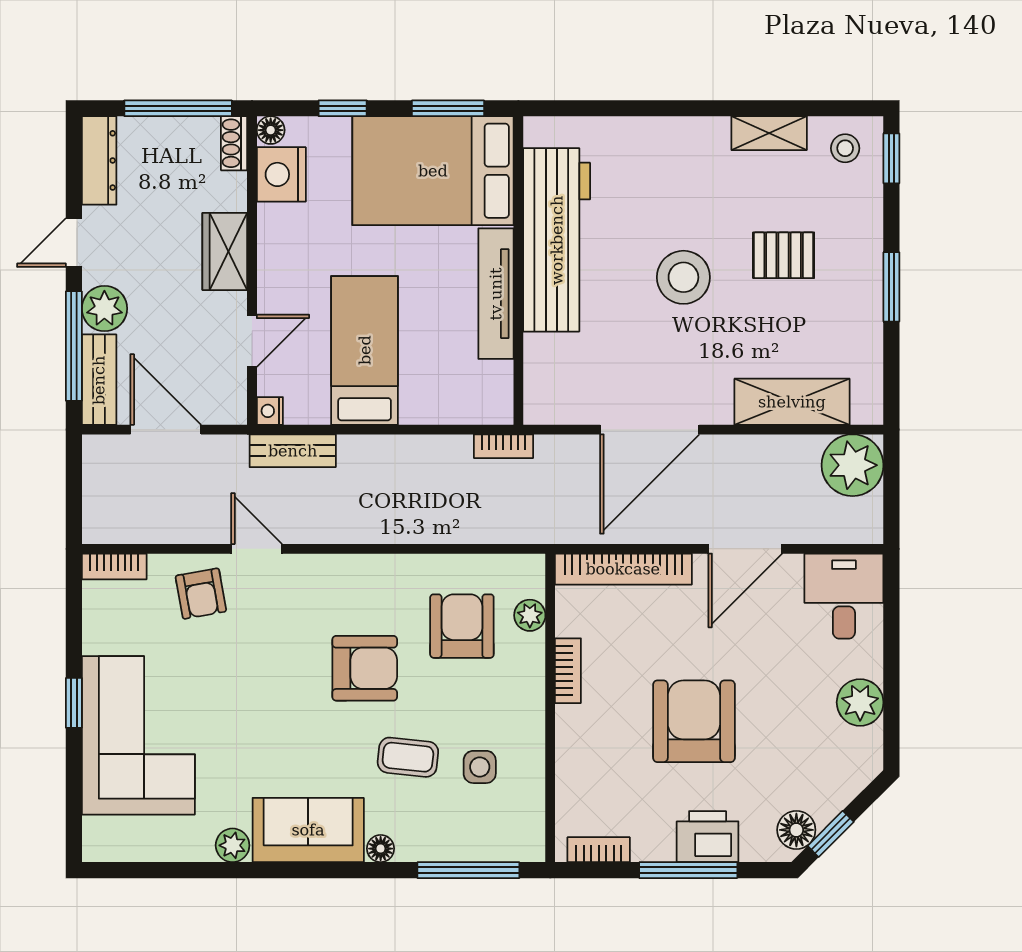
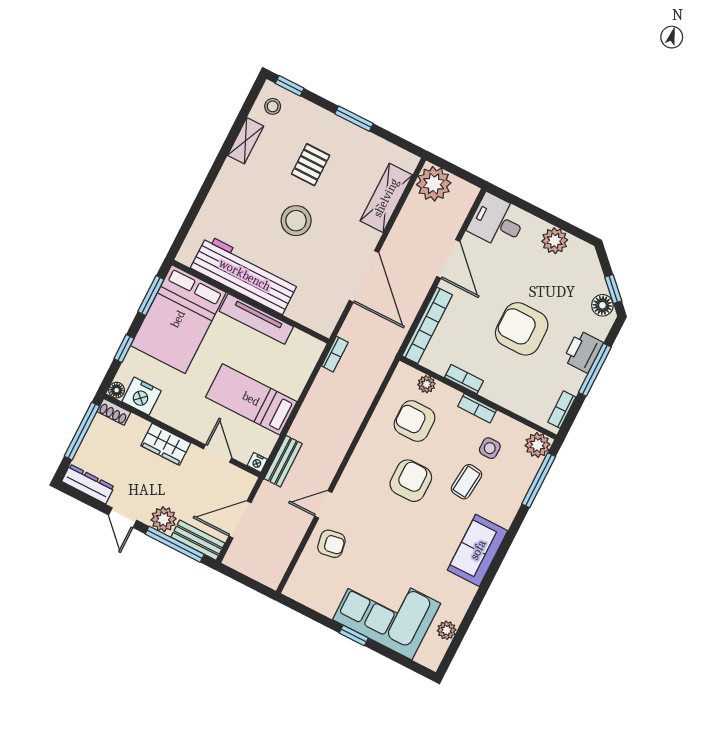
bookcase: (114, 567) -> (477, 408), moved, turned 90
plant: (523, 840) -> (537, 445), added
plant: (233, 845) -> (447, 630), moved
floor lamp: (381, 849) -> (505, 519), removed

